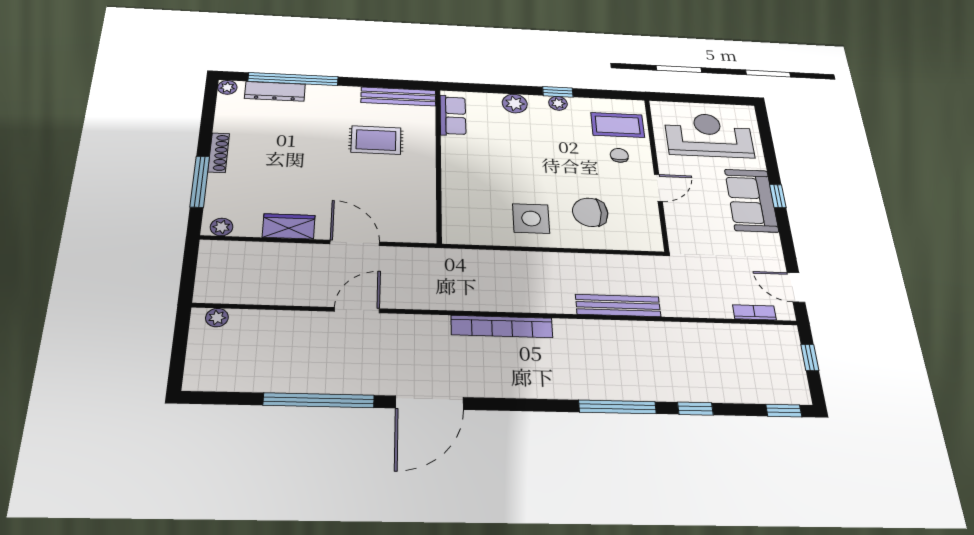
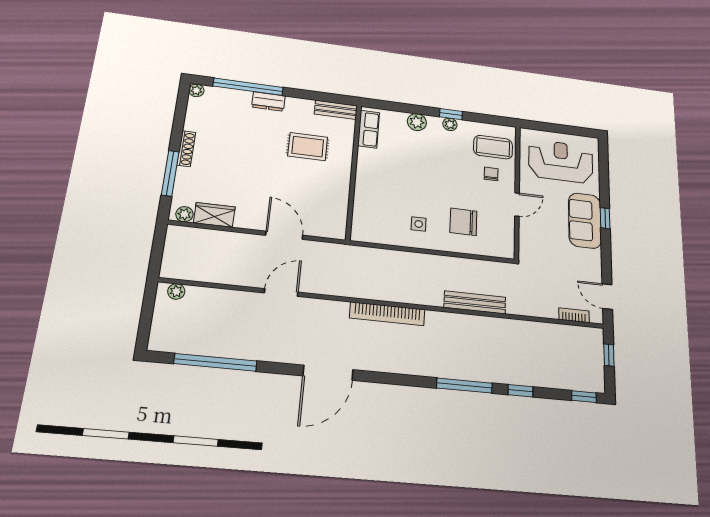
dresser: (275, 91) -> (268, 101), moved, width x0.70
bench: (398, 96) -> (336, 110), width x0.73
side table: (531, 218) -> (419, 224), width x0.54, depth x0.54
wardrobe: (289, 226) -> (214, 215), moved
window: (319, 400) -> (215, 362), moved

